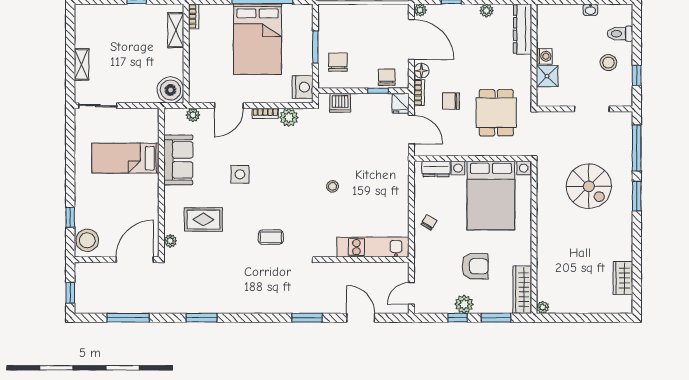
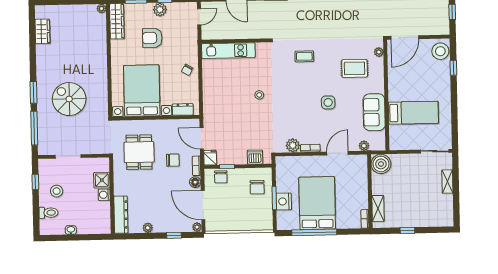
nightstand: (303, 87) -> (284, 201), moved

